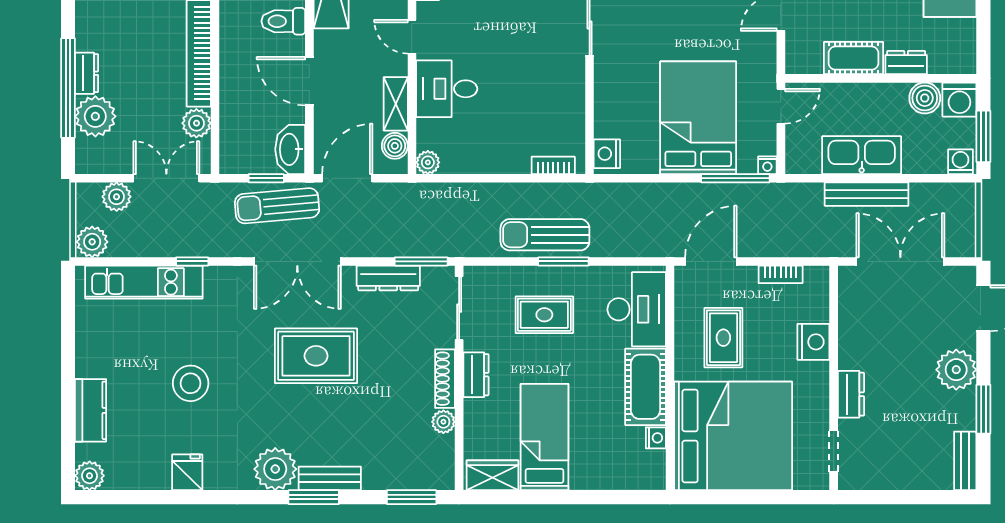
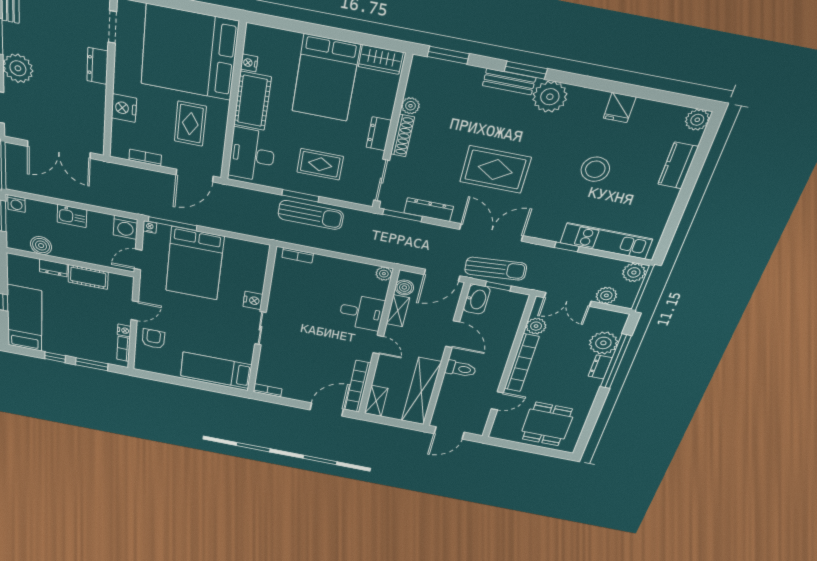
washing machine: (959, 100) -> (126, 227), moved, turned 180
nightstand: (607, 154) -> (253, 300), moved
kitchen sink: (862, 155) -> (72, 216), width x0.53, depth x0.81
bench: (867, 194) -> (82, 196), removed
bed: (544, 437) -> (326, 78), width x1.50

